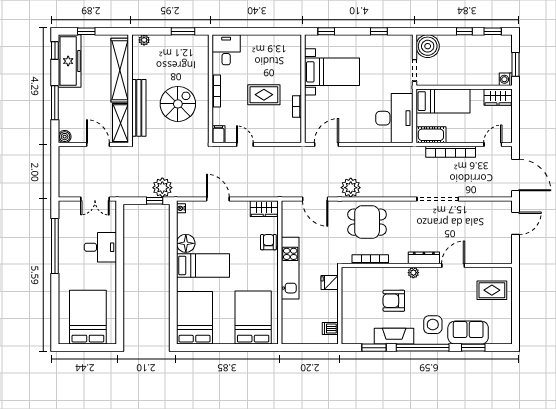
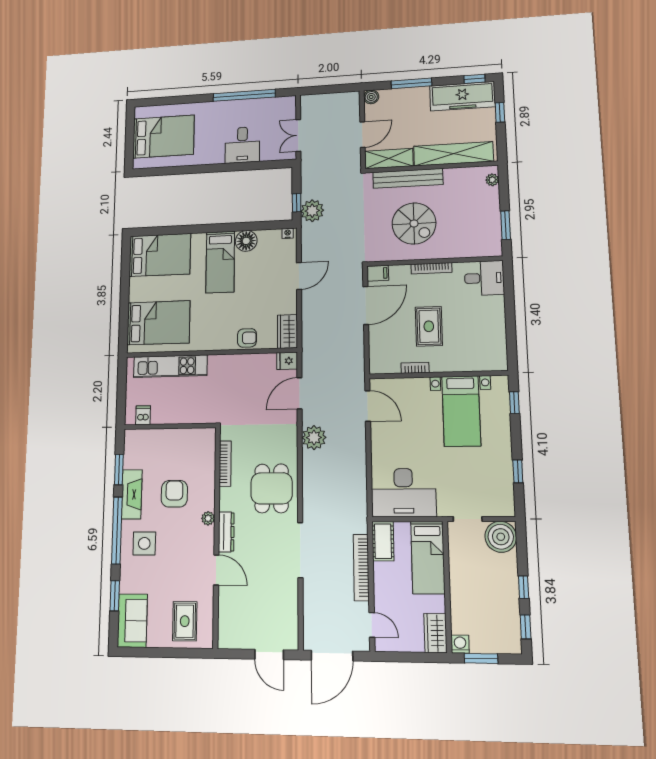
door: (245, 145) -> (366, 305), width x1.88
dining table: (367, 222) -> (272, 488), moved
kitchen unit: (290, 268) -> (170, 366), moved
fridge: (330, 282) -> (287, 361), moved, turned -90
sofa: (468, 333) -> (132, 621), moved

